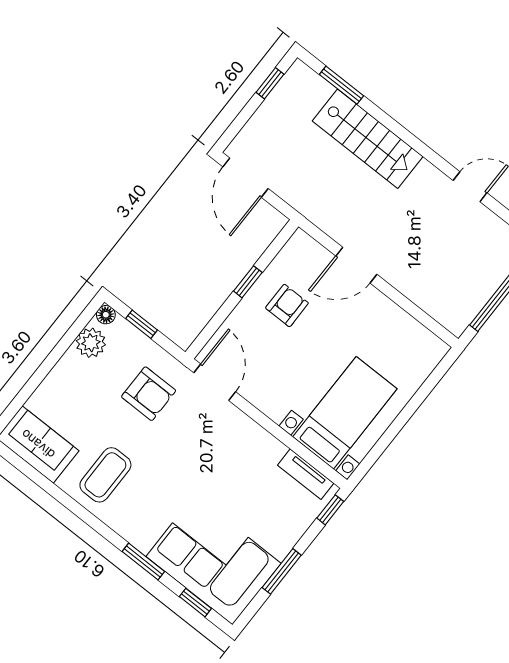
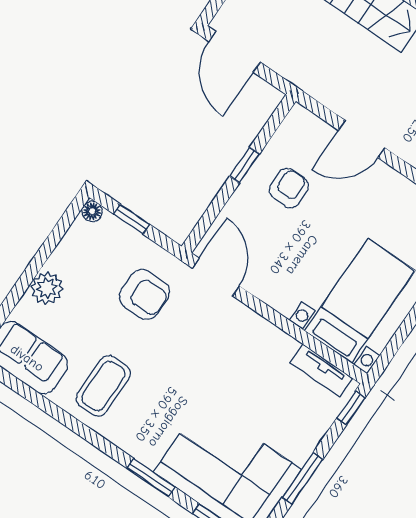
plant: (91, 343) -> (47, 288), moved

